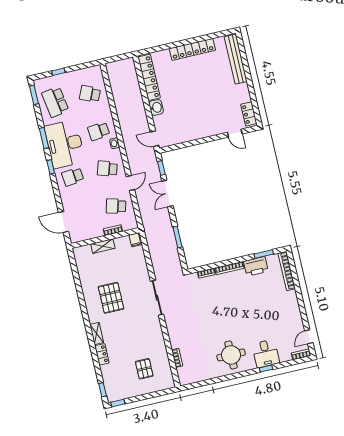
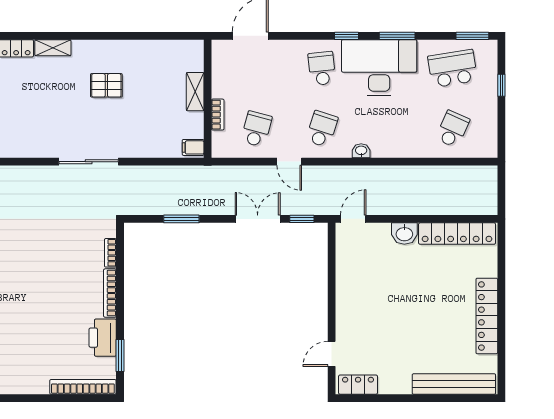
school desk: (99, 131) -> (387, 129), removed
pallet: (111, 298) -> (106, 85), width x0.67, depth x0.71

